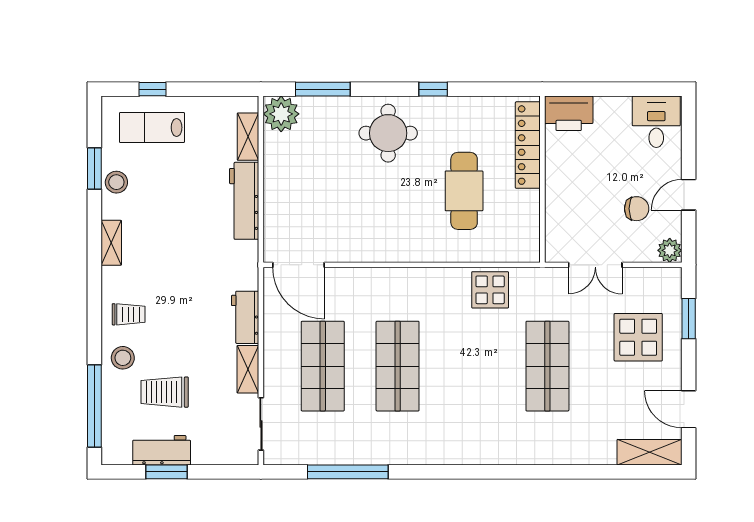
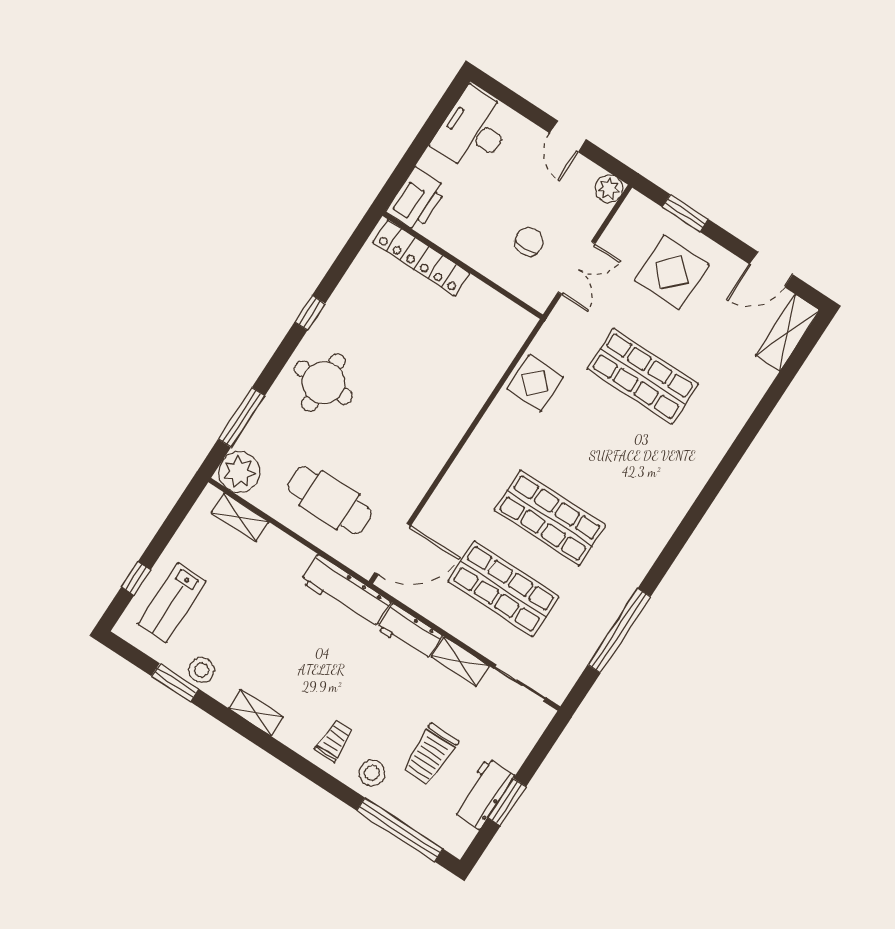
desk: (656, 122) -> (473, 130), width x1.37
cafe table: (464, 191) -> (329, 500), moved
workbench: (244, 201) -> (345, 592), moved
chair: (637, 209) -> (529, 242), moved

